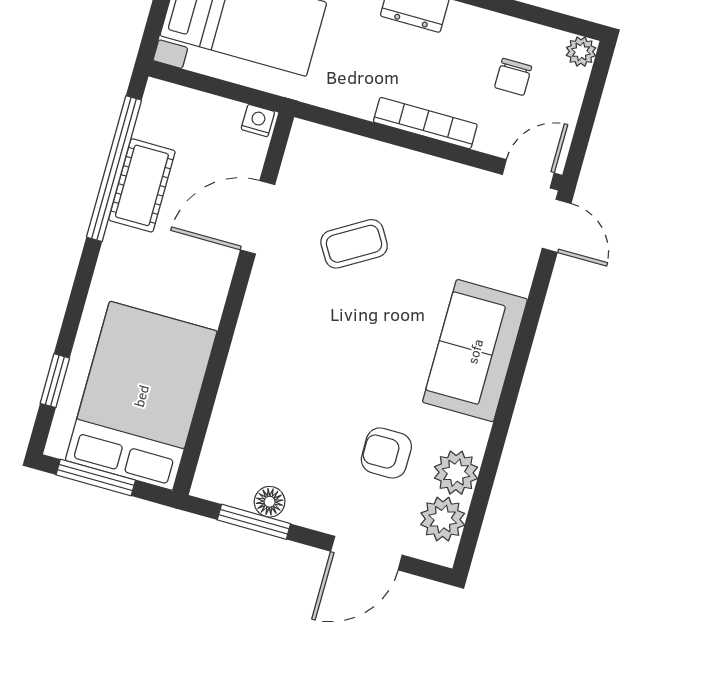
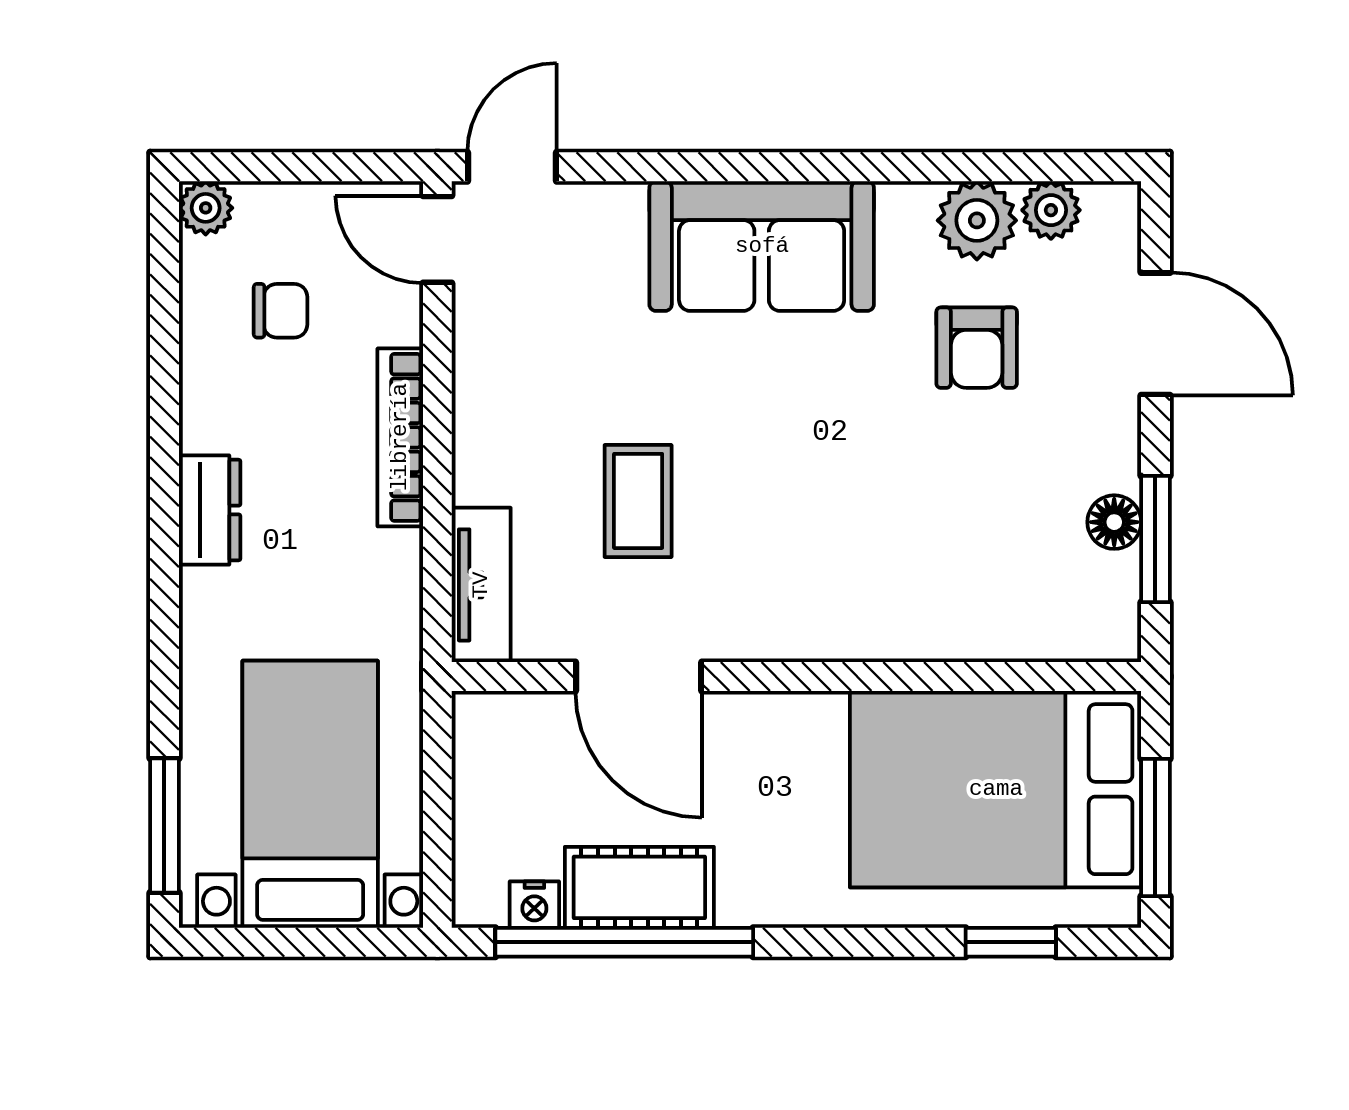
nightstand: (258, 121) -> (534, 905), moved, turned -90
tv unit: (332, 145) -> (481, 585), added
coffee table: (354, 244) -> (638, 501), turned 31
plant: (443, 519) -> (1051, 210), width x0.73, depth x0.73

